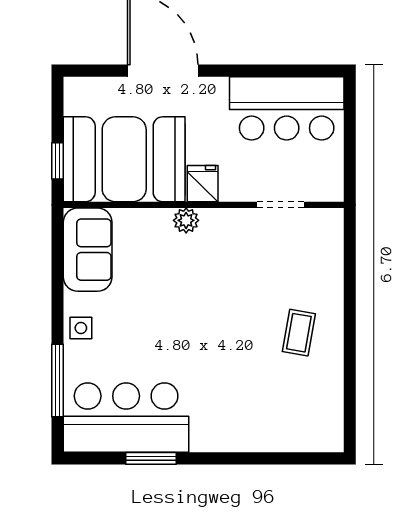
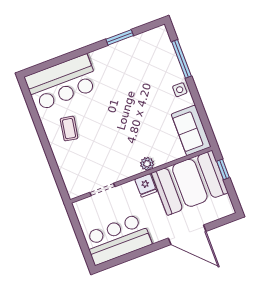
bar counter: (126, 418) -> (62, 82), moved

